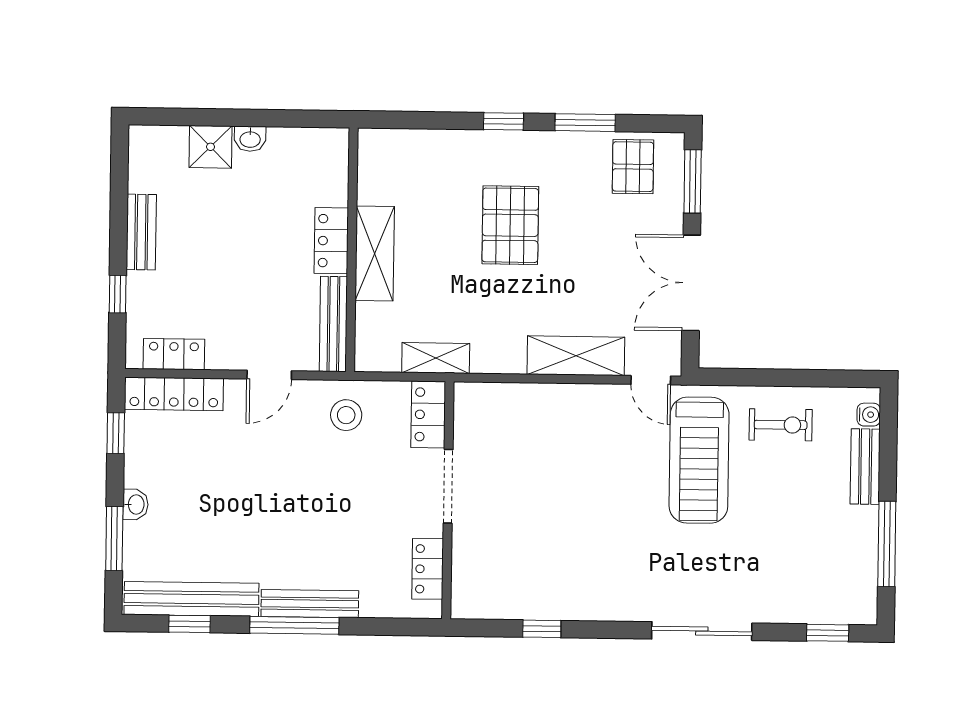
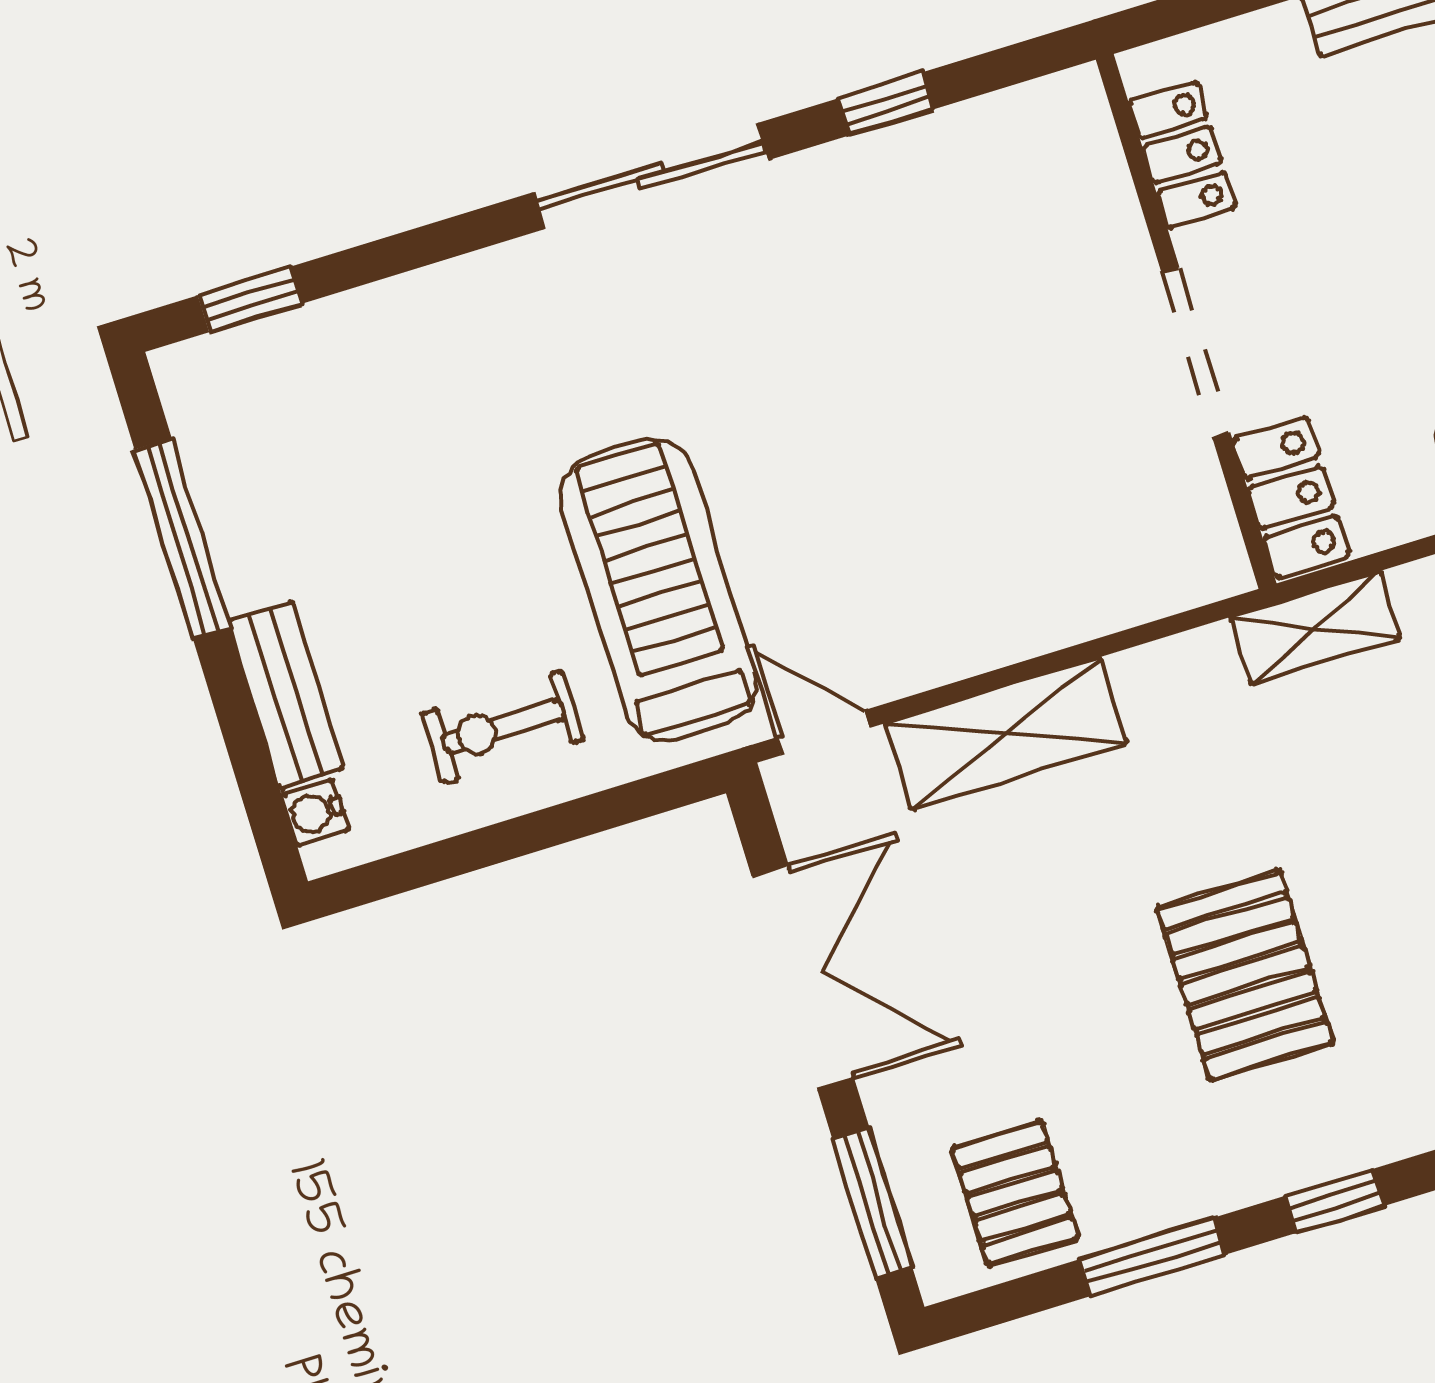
sliding door: (702, 631) -> (651, 176), moved

